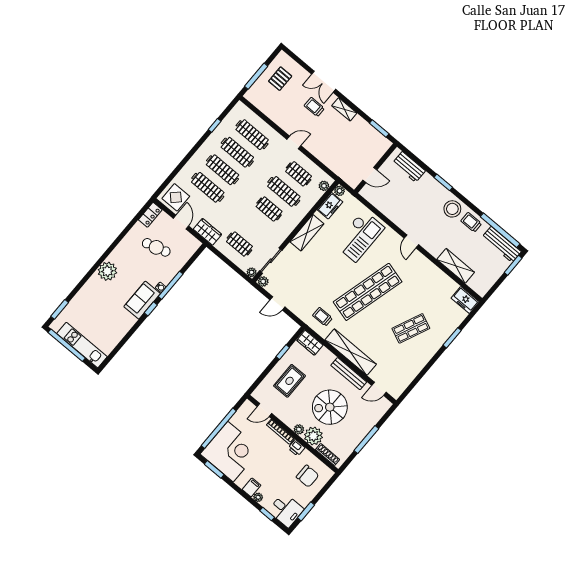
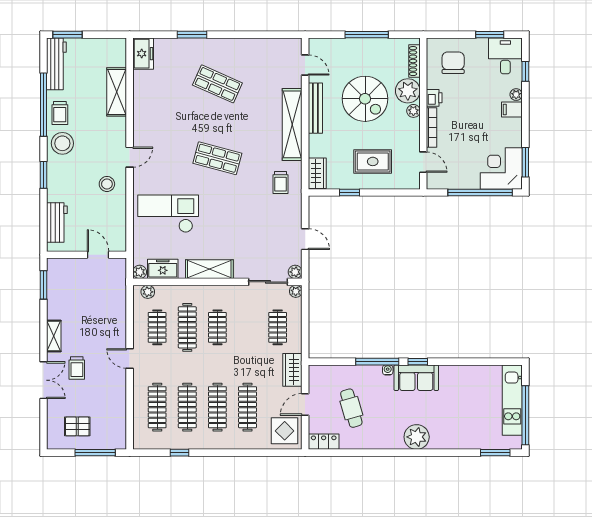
stool: (407, 215) -> (107, 184), added
window: (500, 230) -> (43, 105), moved
shop shelf: (368, 292) -> (217, 158), width x0.50, depth x0.74
corner desk: (230, 452) -> (501, 168), width x0.74, depth x0.74

